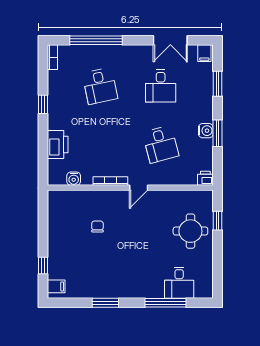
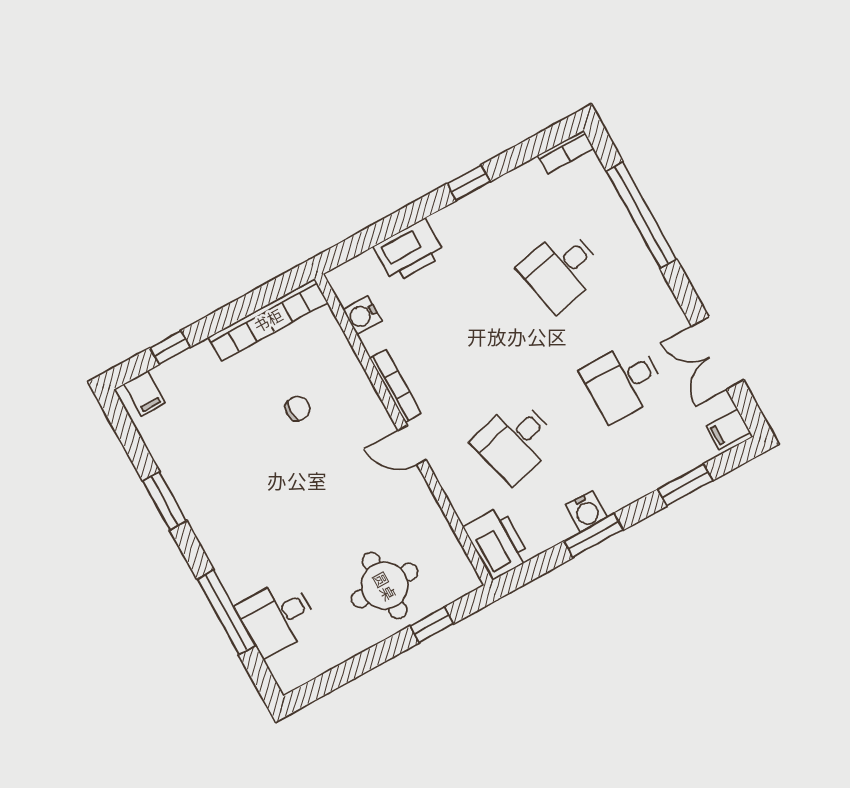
printer: (205, 178) -> (497, 543), width x1.87, depth x1.48
bookcase: (54, 219) -> (268, 320), added

